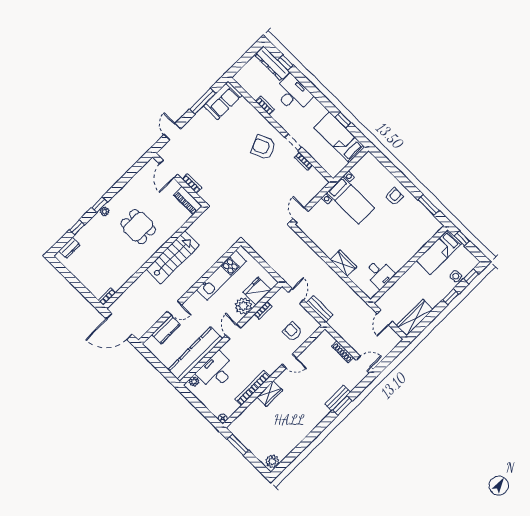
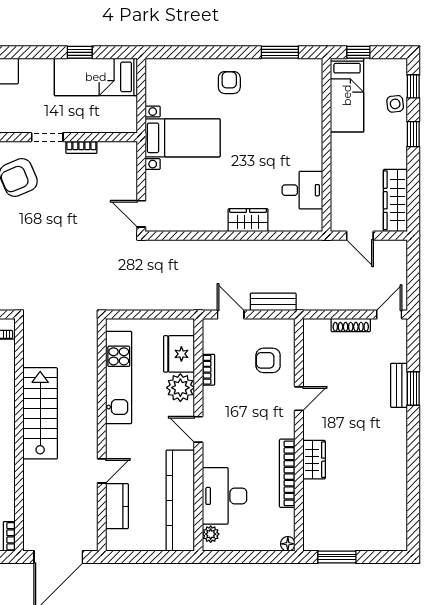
plant: (272, 461) -> (396, 536), removed

